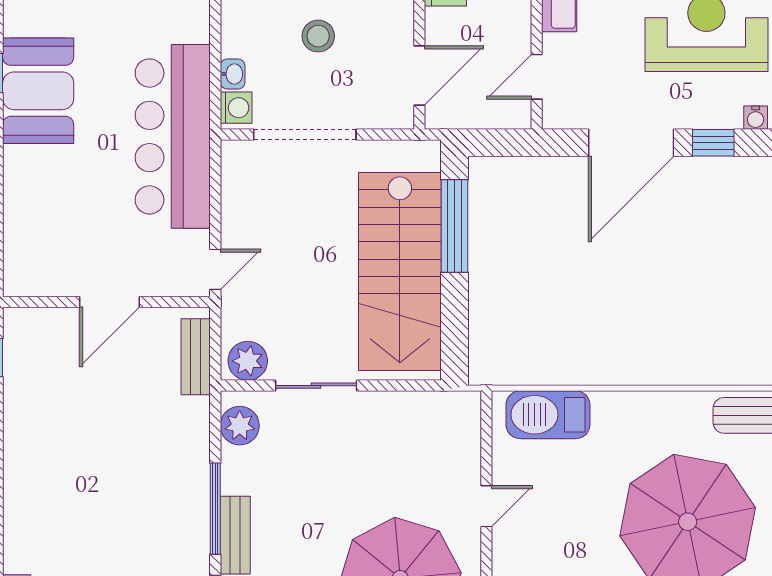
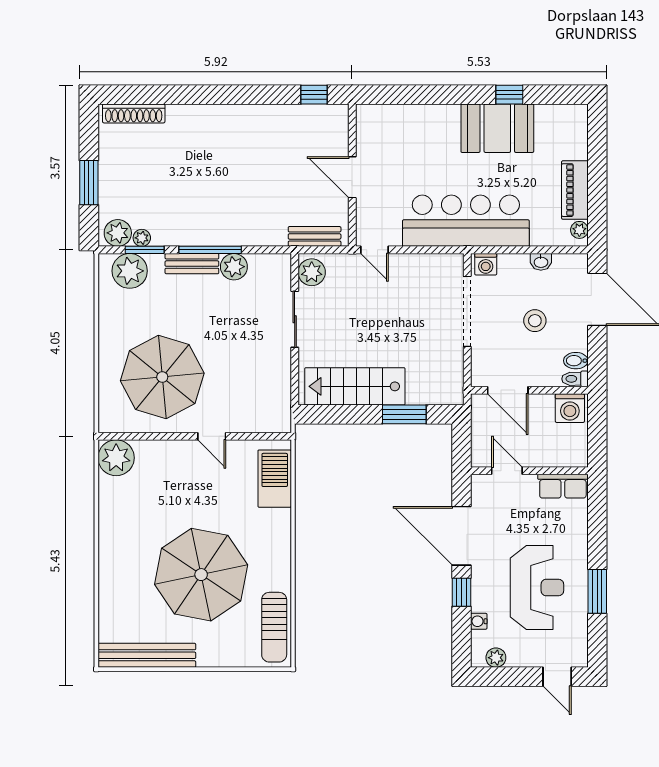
washbasin: (233, 74) -> (541, 262), moved
window: (455, 226) -> (404, 414), width x0.69
stairs: (400, 272) -> (355, 386), width x0.73, depth x0.66
plant: (240, 426) -> (234, 267), moved

